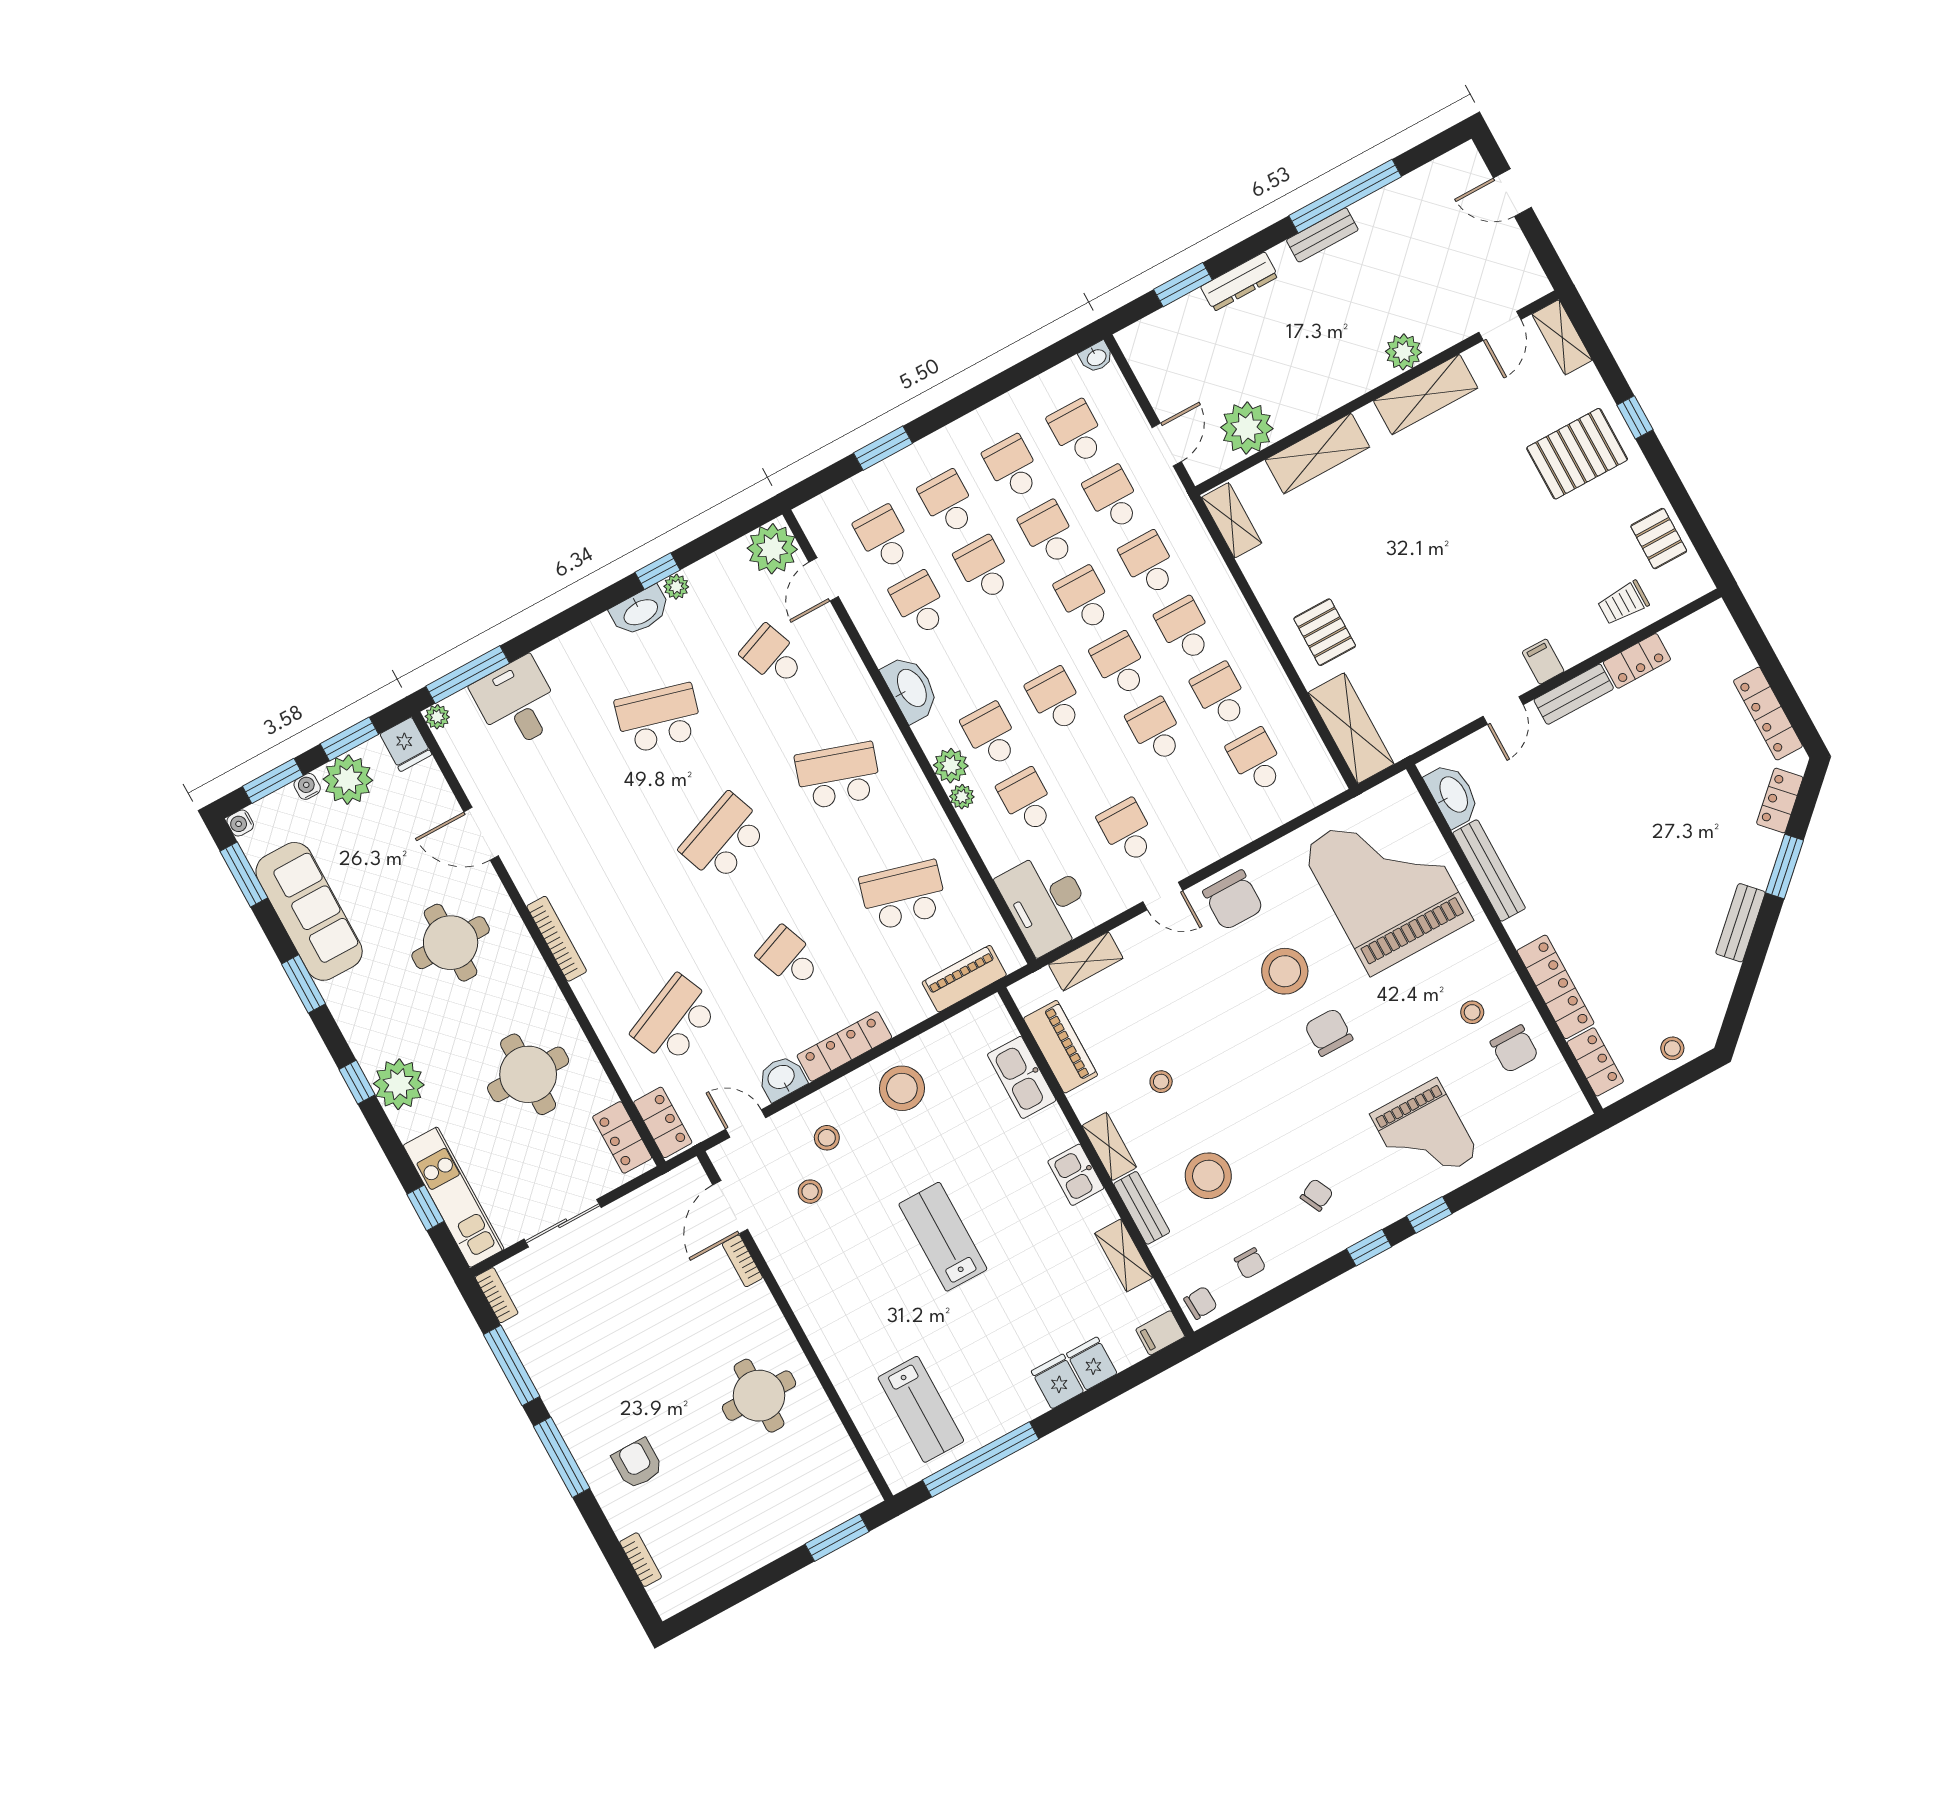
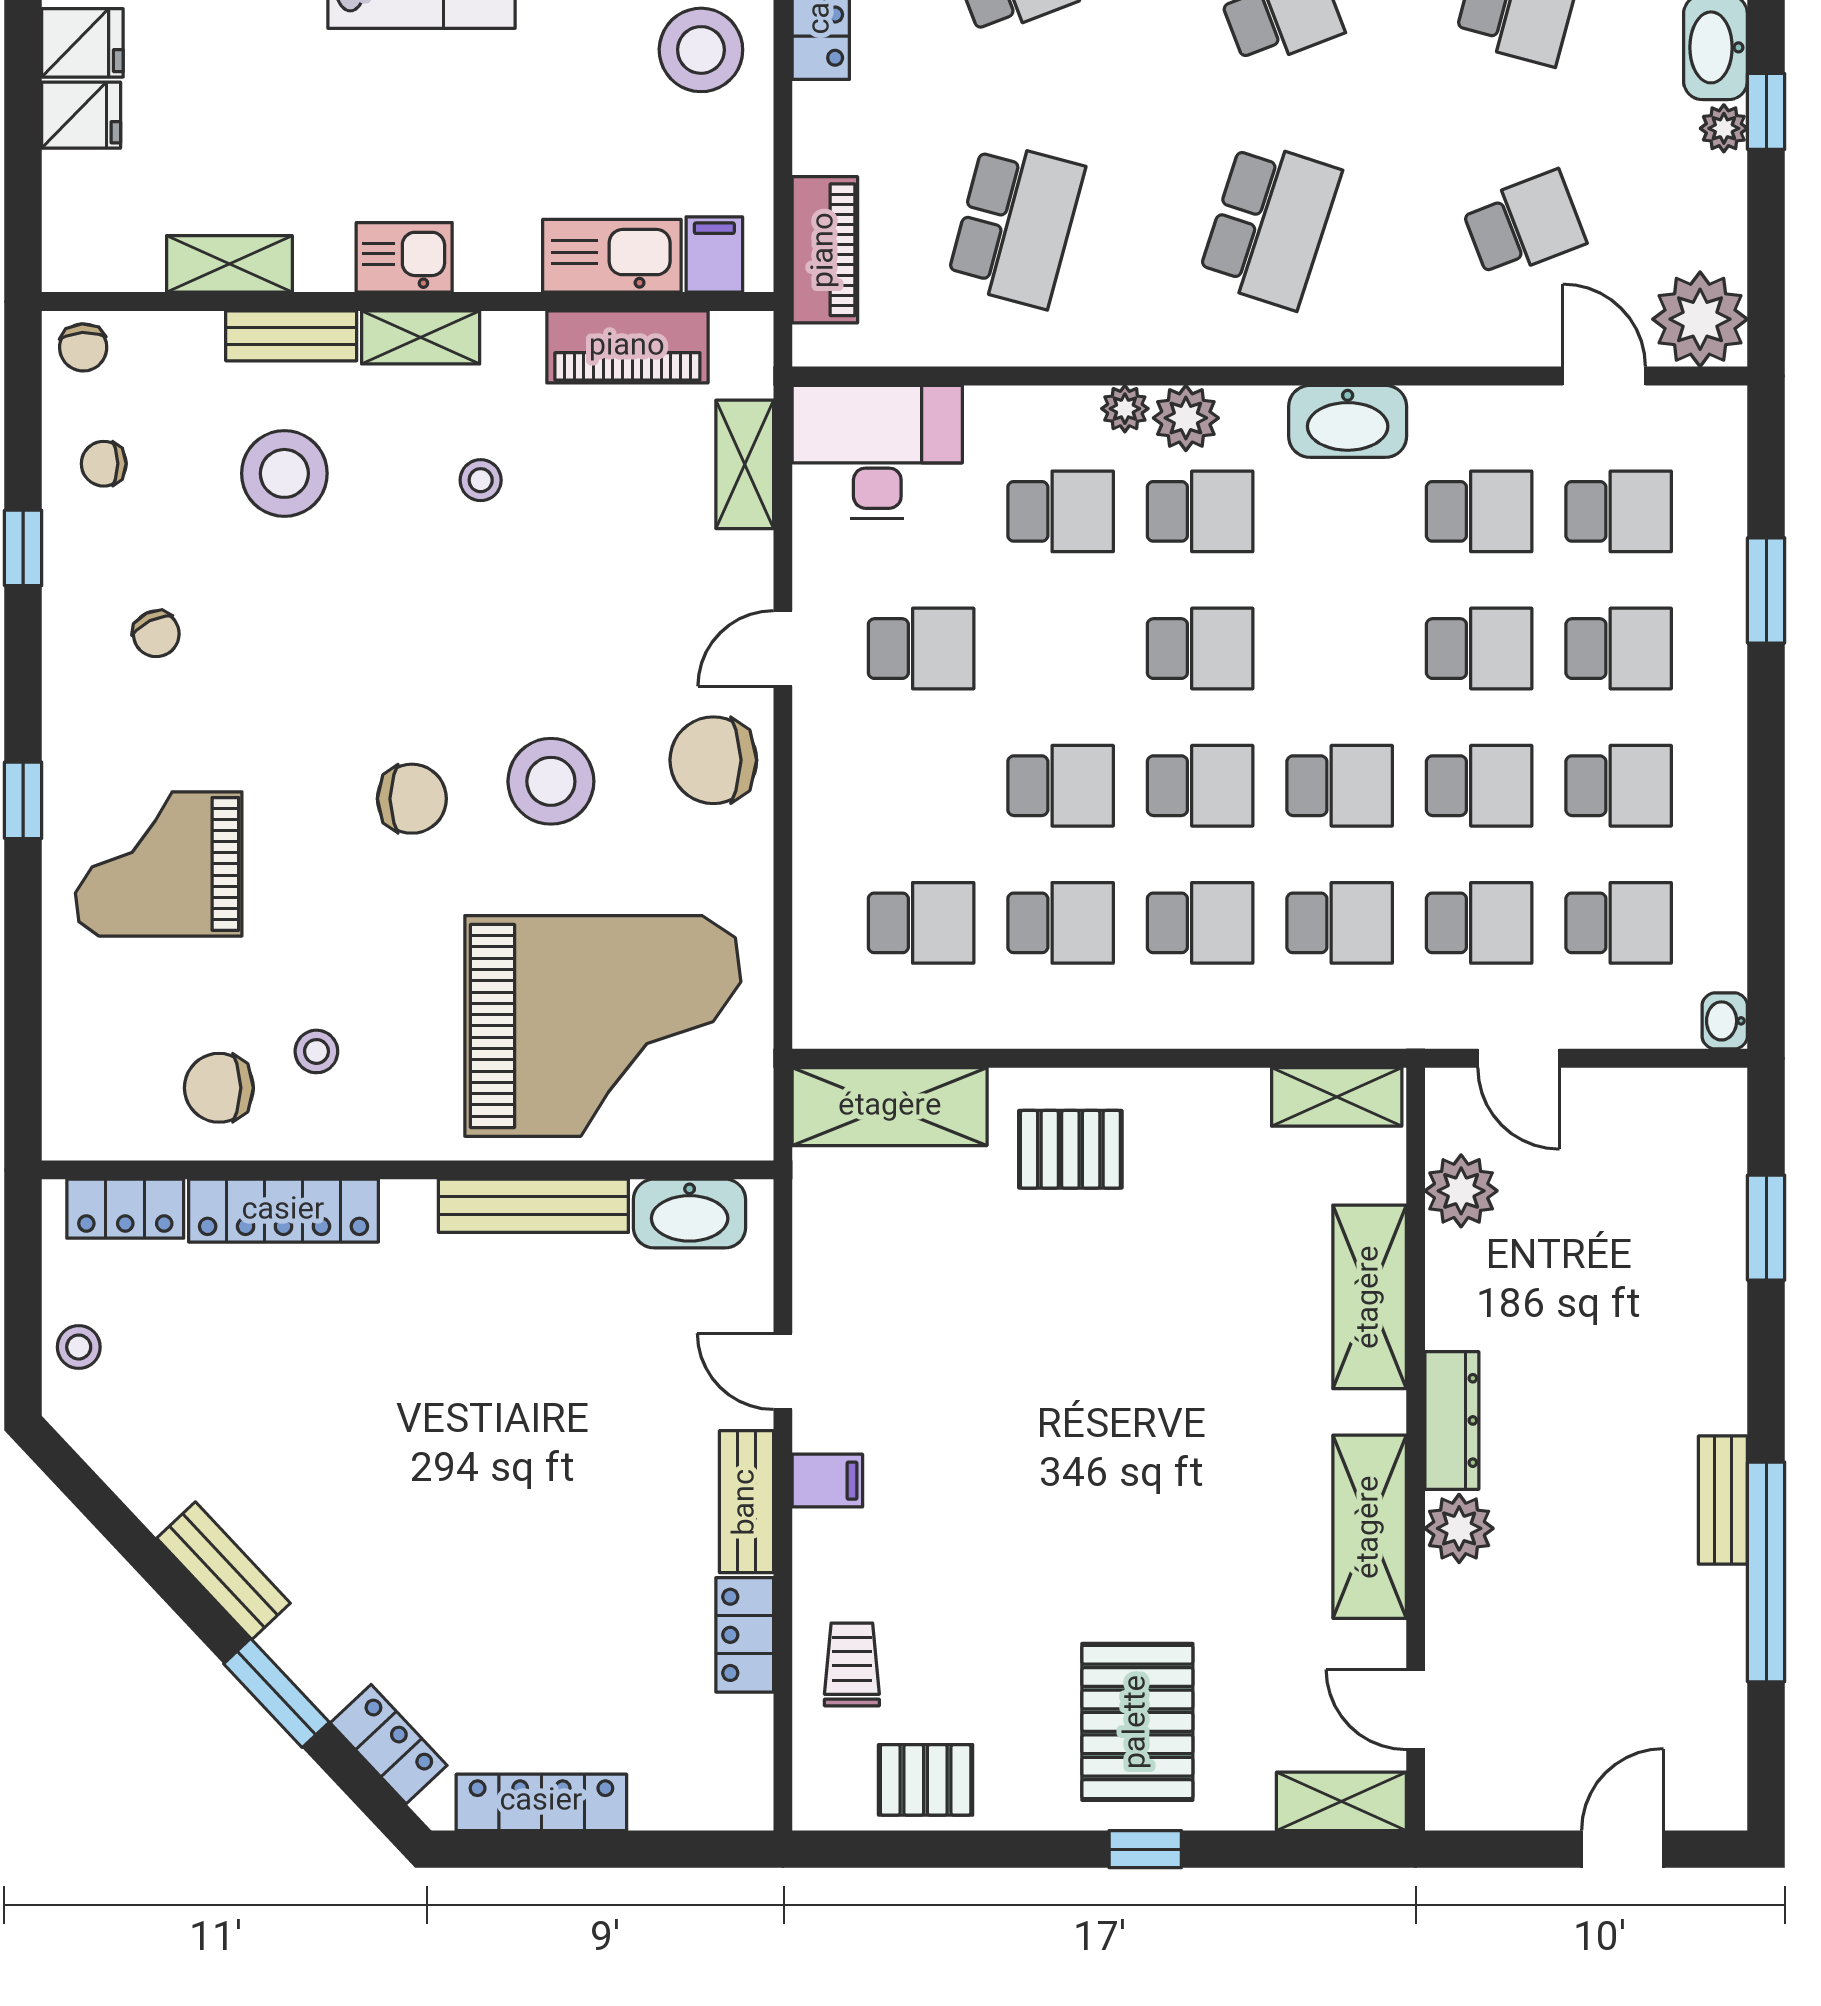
dresser: (1239, 282) -> (1452, 1420), moved, turned 180
plant: (1247, 428) -> (1461, 1191), width x0.73, depth x0.73
window: (1369, 1248) -> (23, 548), moved
filing cabinet: (1160, 1333) -> (714, 255), moved

